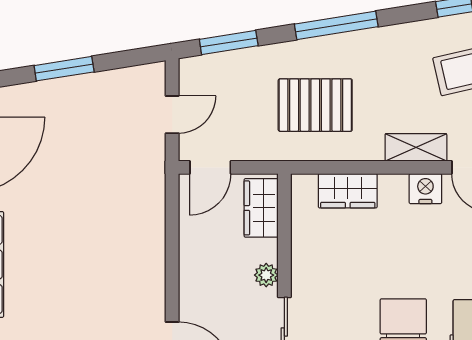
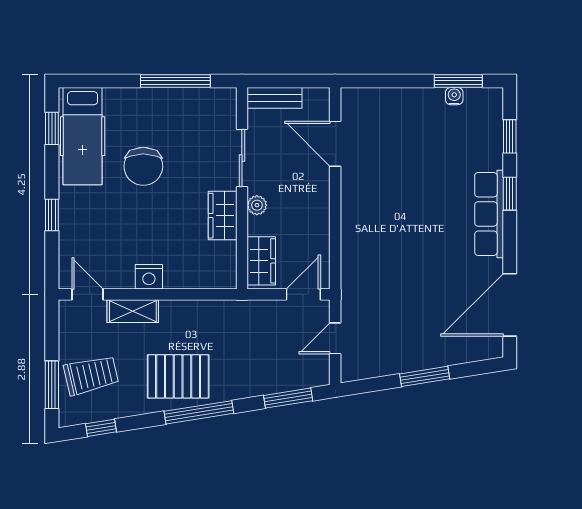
pallet: (315, 105) -> (178, 376), moved
nightstand: (425, 189) -> (149, 277), moved
wardrobe: (348, 191) -> (223, 216), moved, turned -90

